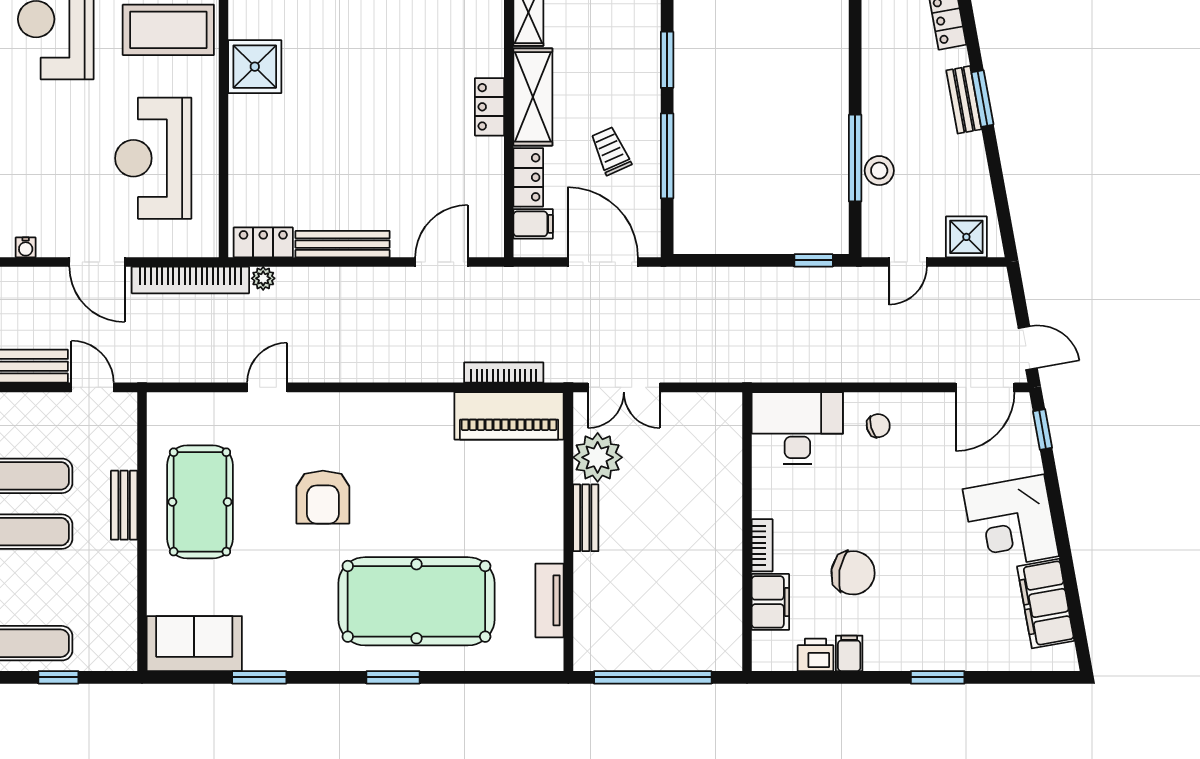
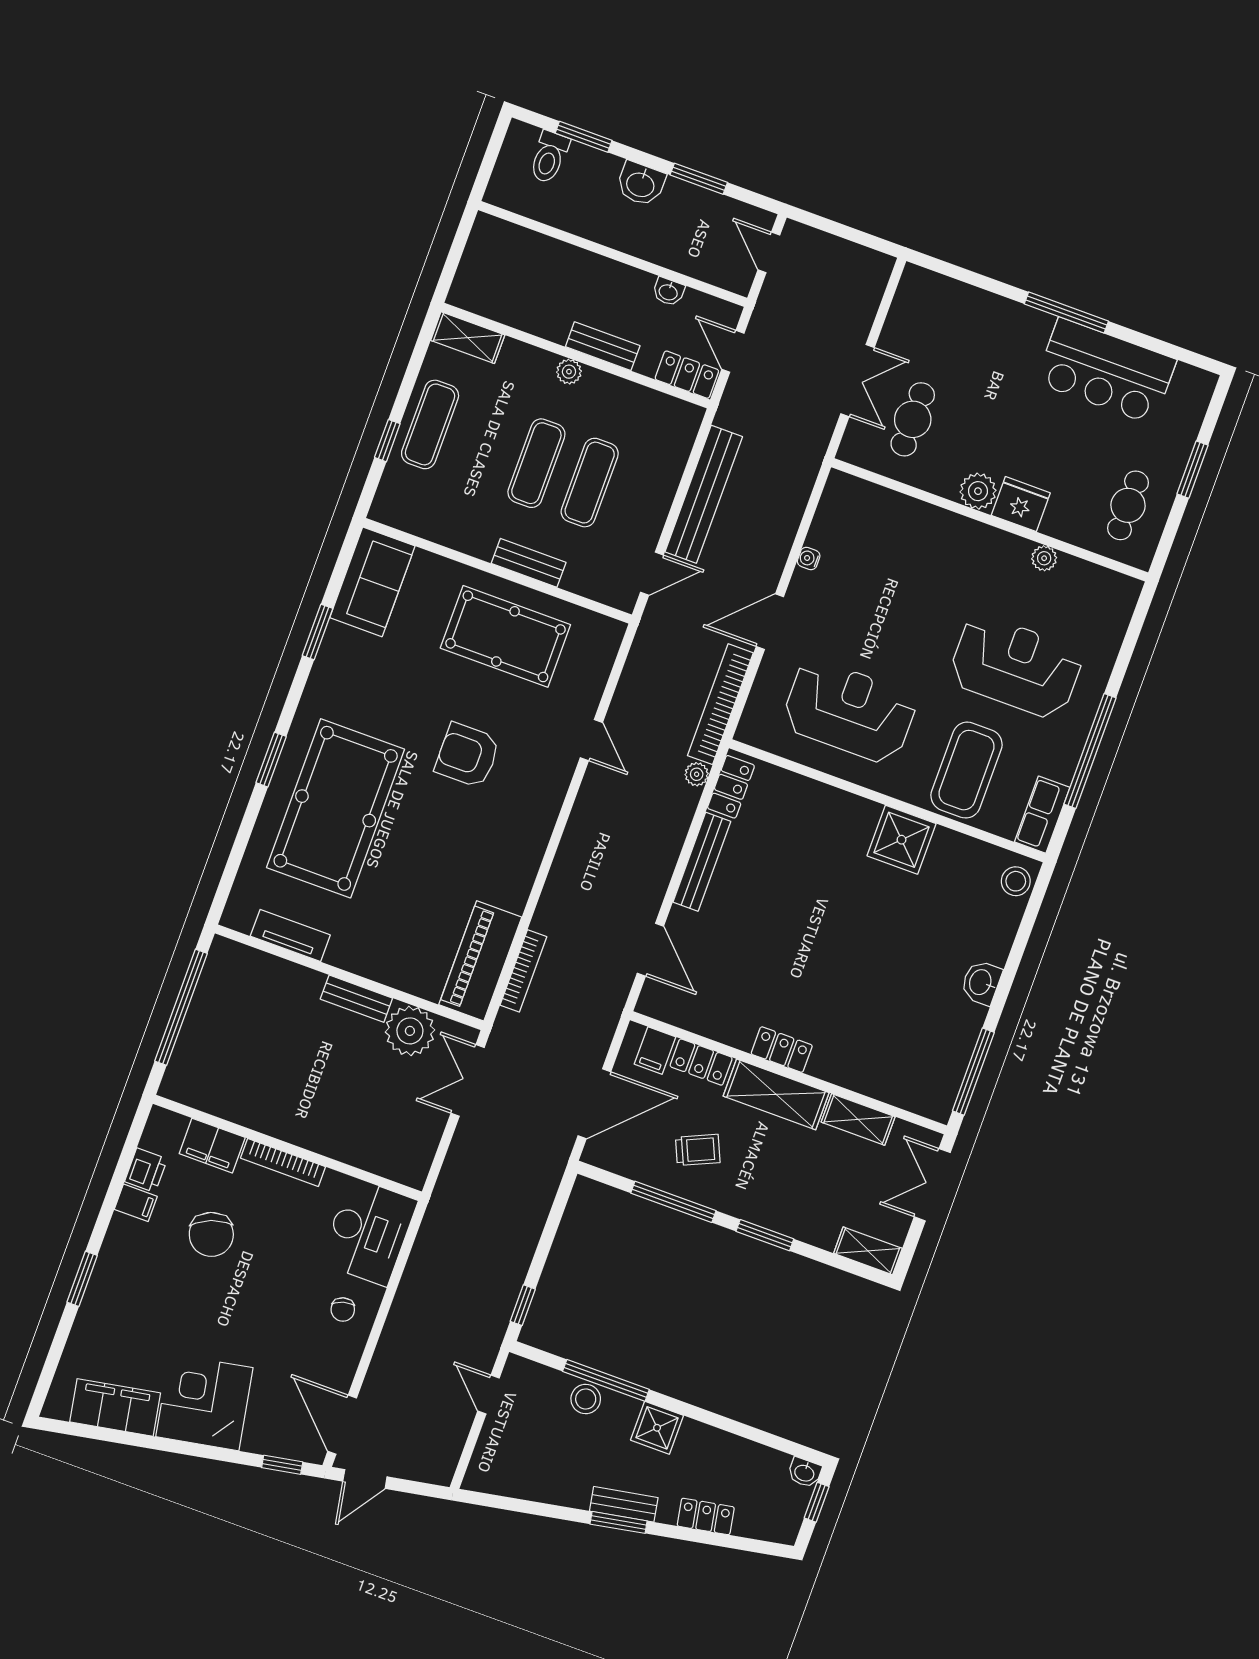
shower: (966, 237) -> (657, 1428), moved
bookcase: (762, 545) -> (283, 1162), width x1.56
chair: (853, 573) -> (211, 1234), turned -31

